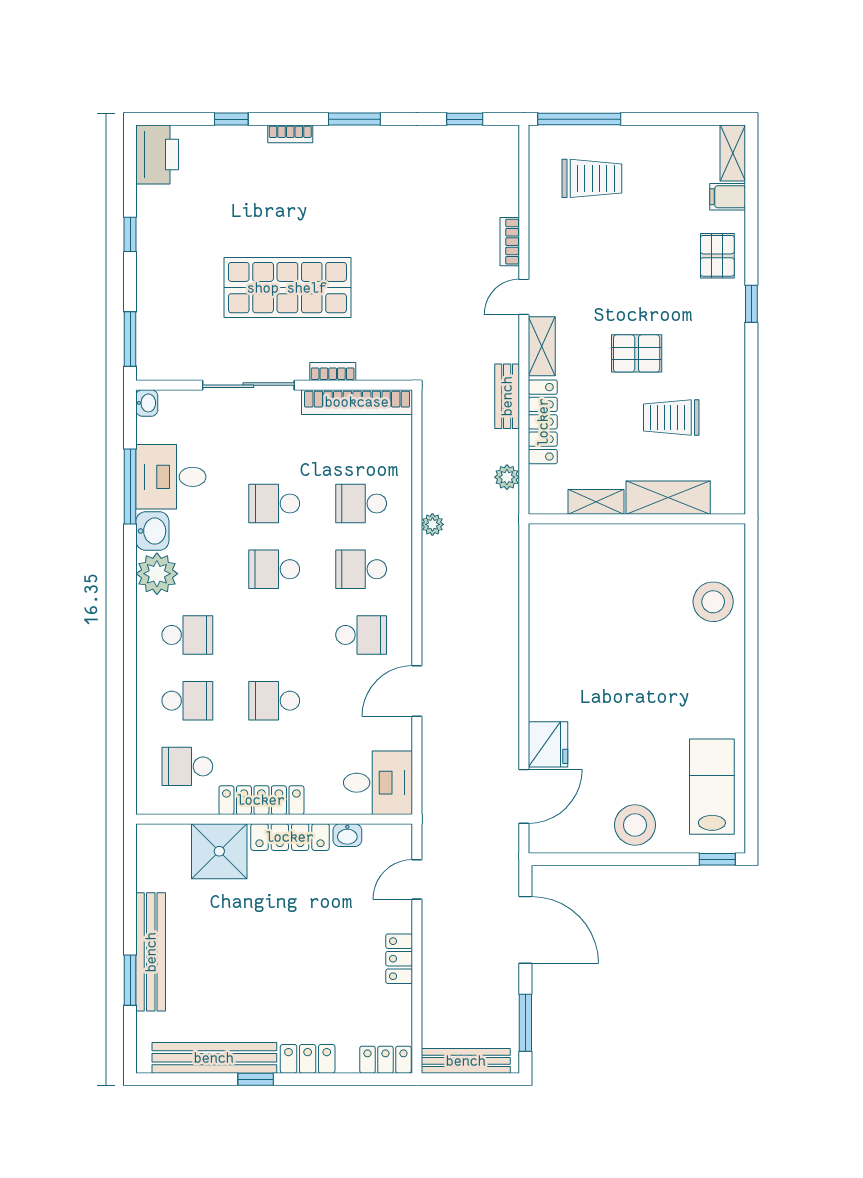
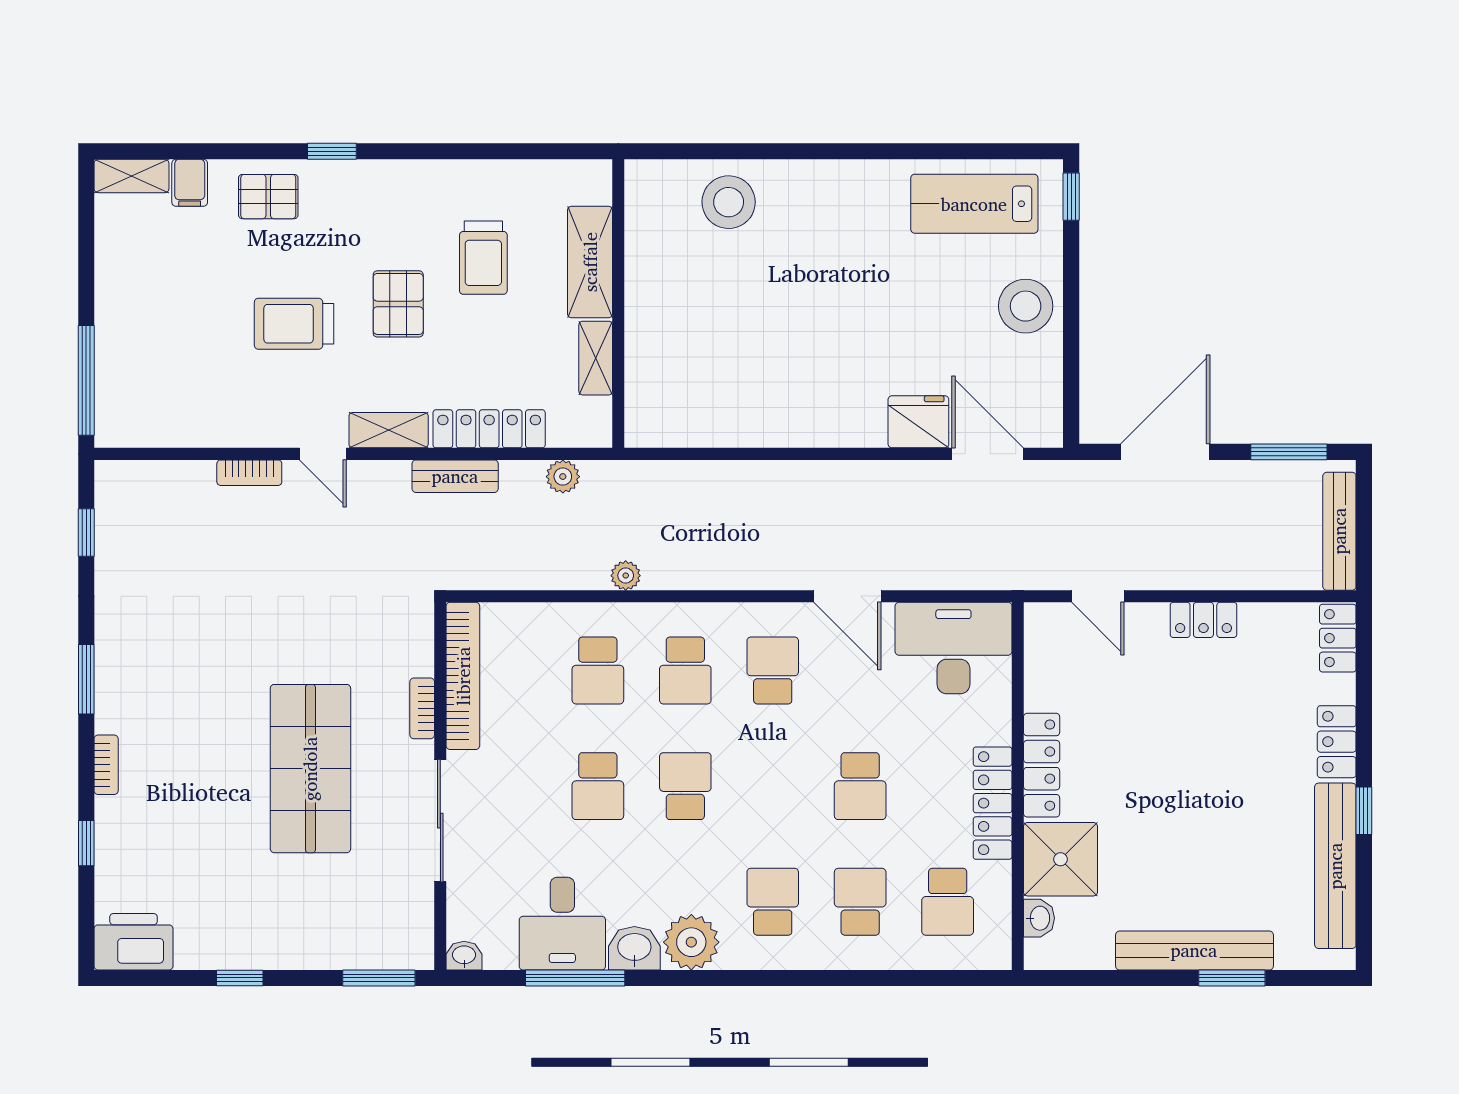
trolley: (592, 178) -> (294, 324), moved, turned -90
school desk: (274, 569) -> (685, 786), turned 180
desk: (378, 783) -> (953, 648), width x1.37
washbasin: (347, 835) -> (1039, 918), moved

